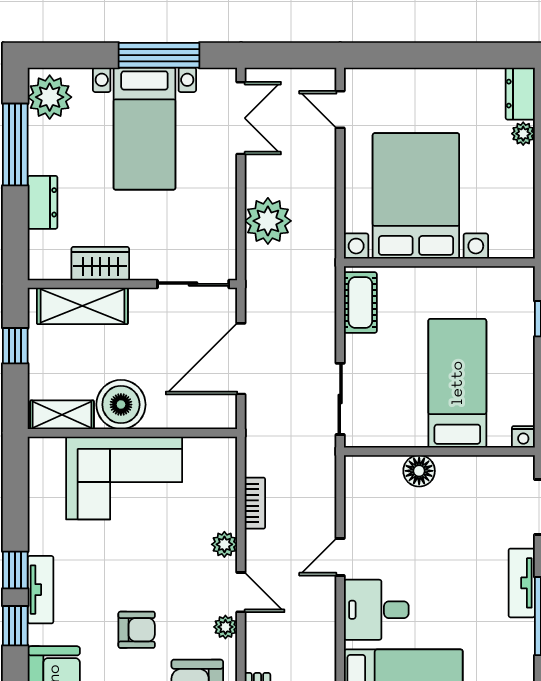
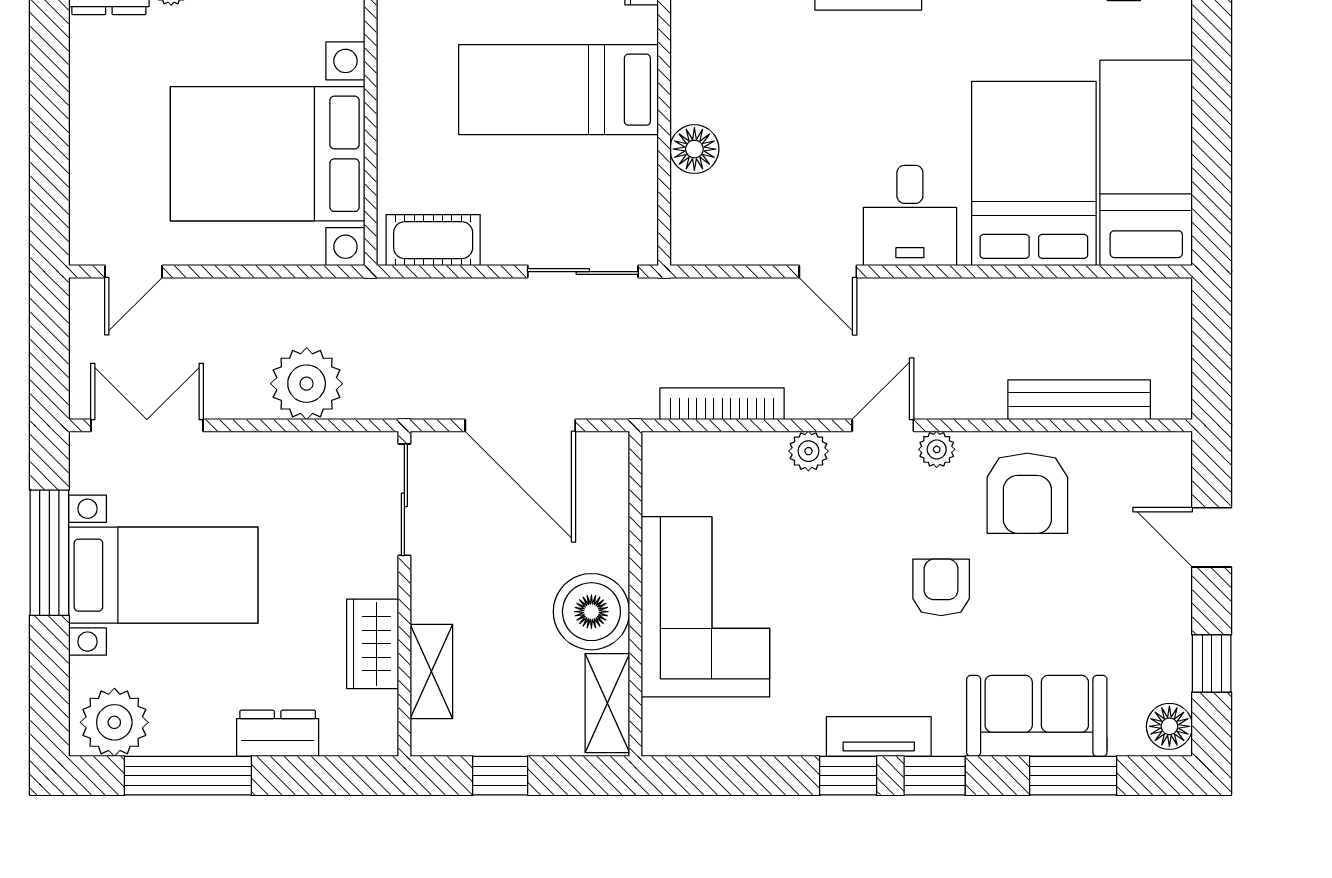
shelving: (82, 306) -> (431, 671), width x0.67, depth x0.75
bookcase: (255, 503) -> (722, 404), width x1.56

